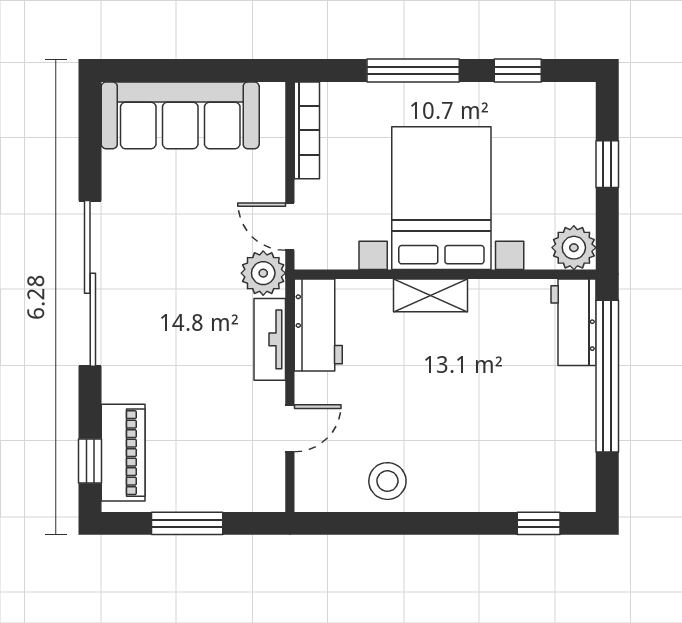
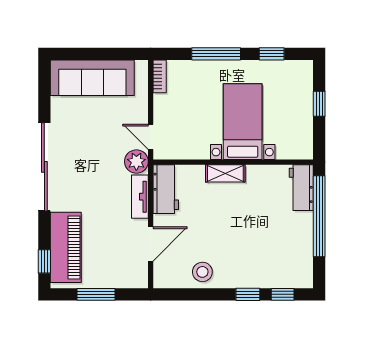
bookcase: (307, 130) -> (160, 76), width x0.64
bed with nightstands: (441, 198) -> (243, 122), width x0.73
plant: (574, 248) -> (301, 148), removed
door: (290, 428) -> (151, 244), width x1.38
piano: (123, 453) -> (66, 247), width x1.37, depth x1.33
window: (473, 523) -> (248, 294), added

